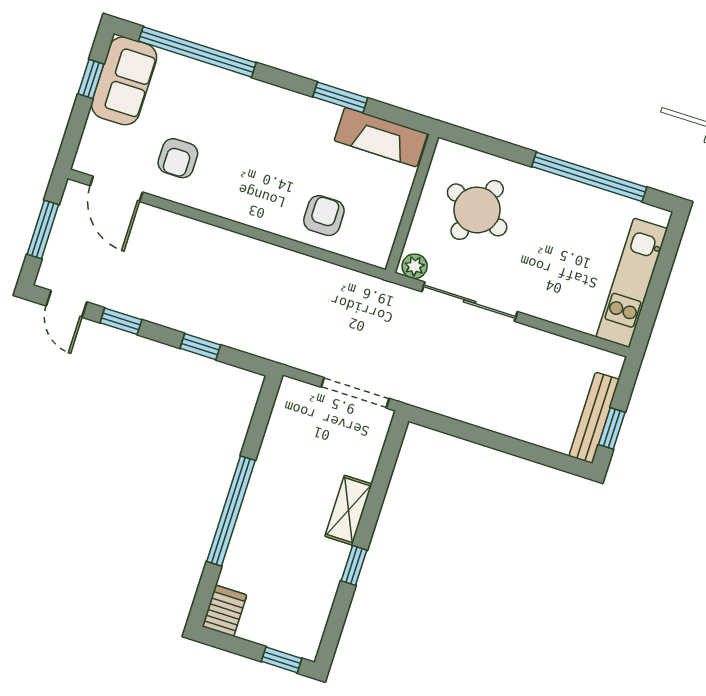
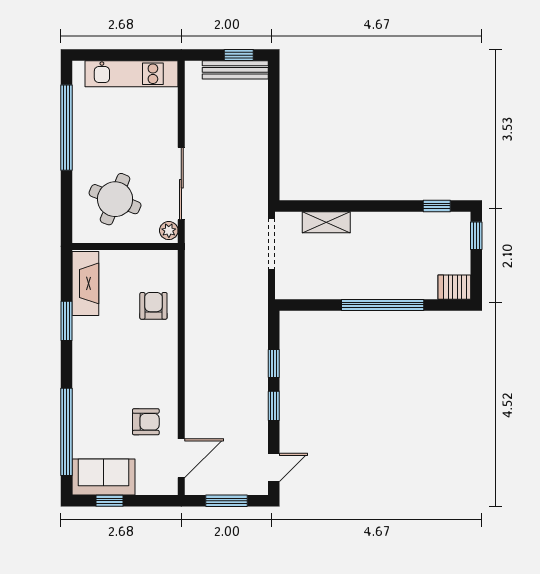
armchair: (324, 216) -> (153, 306), turned 90
window: (121, 321) -> (274, 406), moved
shelving: (348, 510) -> (326, 222), moved
window: (354, 565) -> (437, 206), moved

